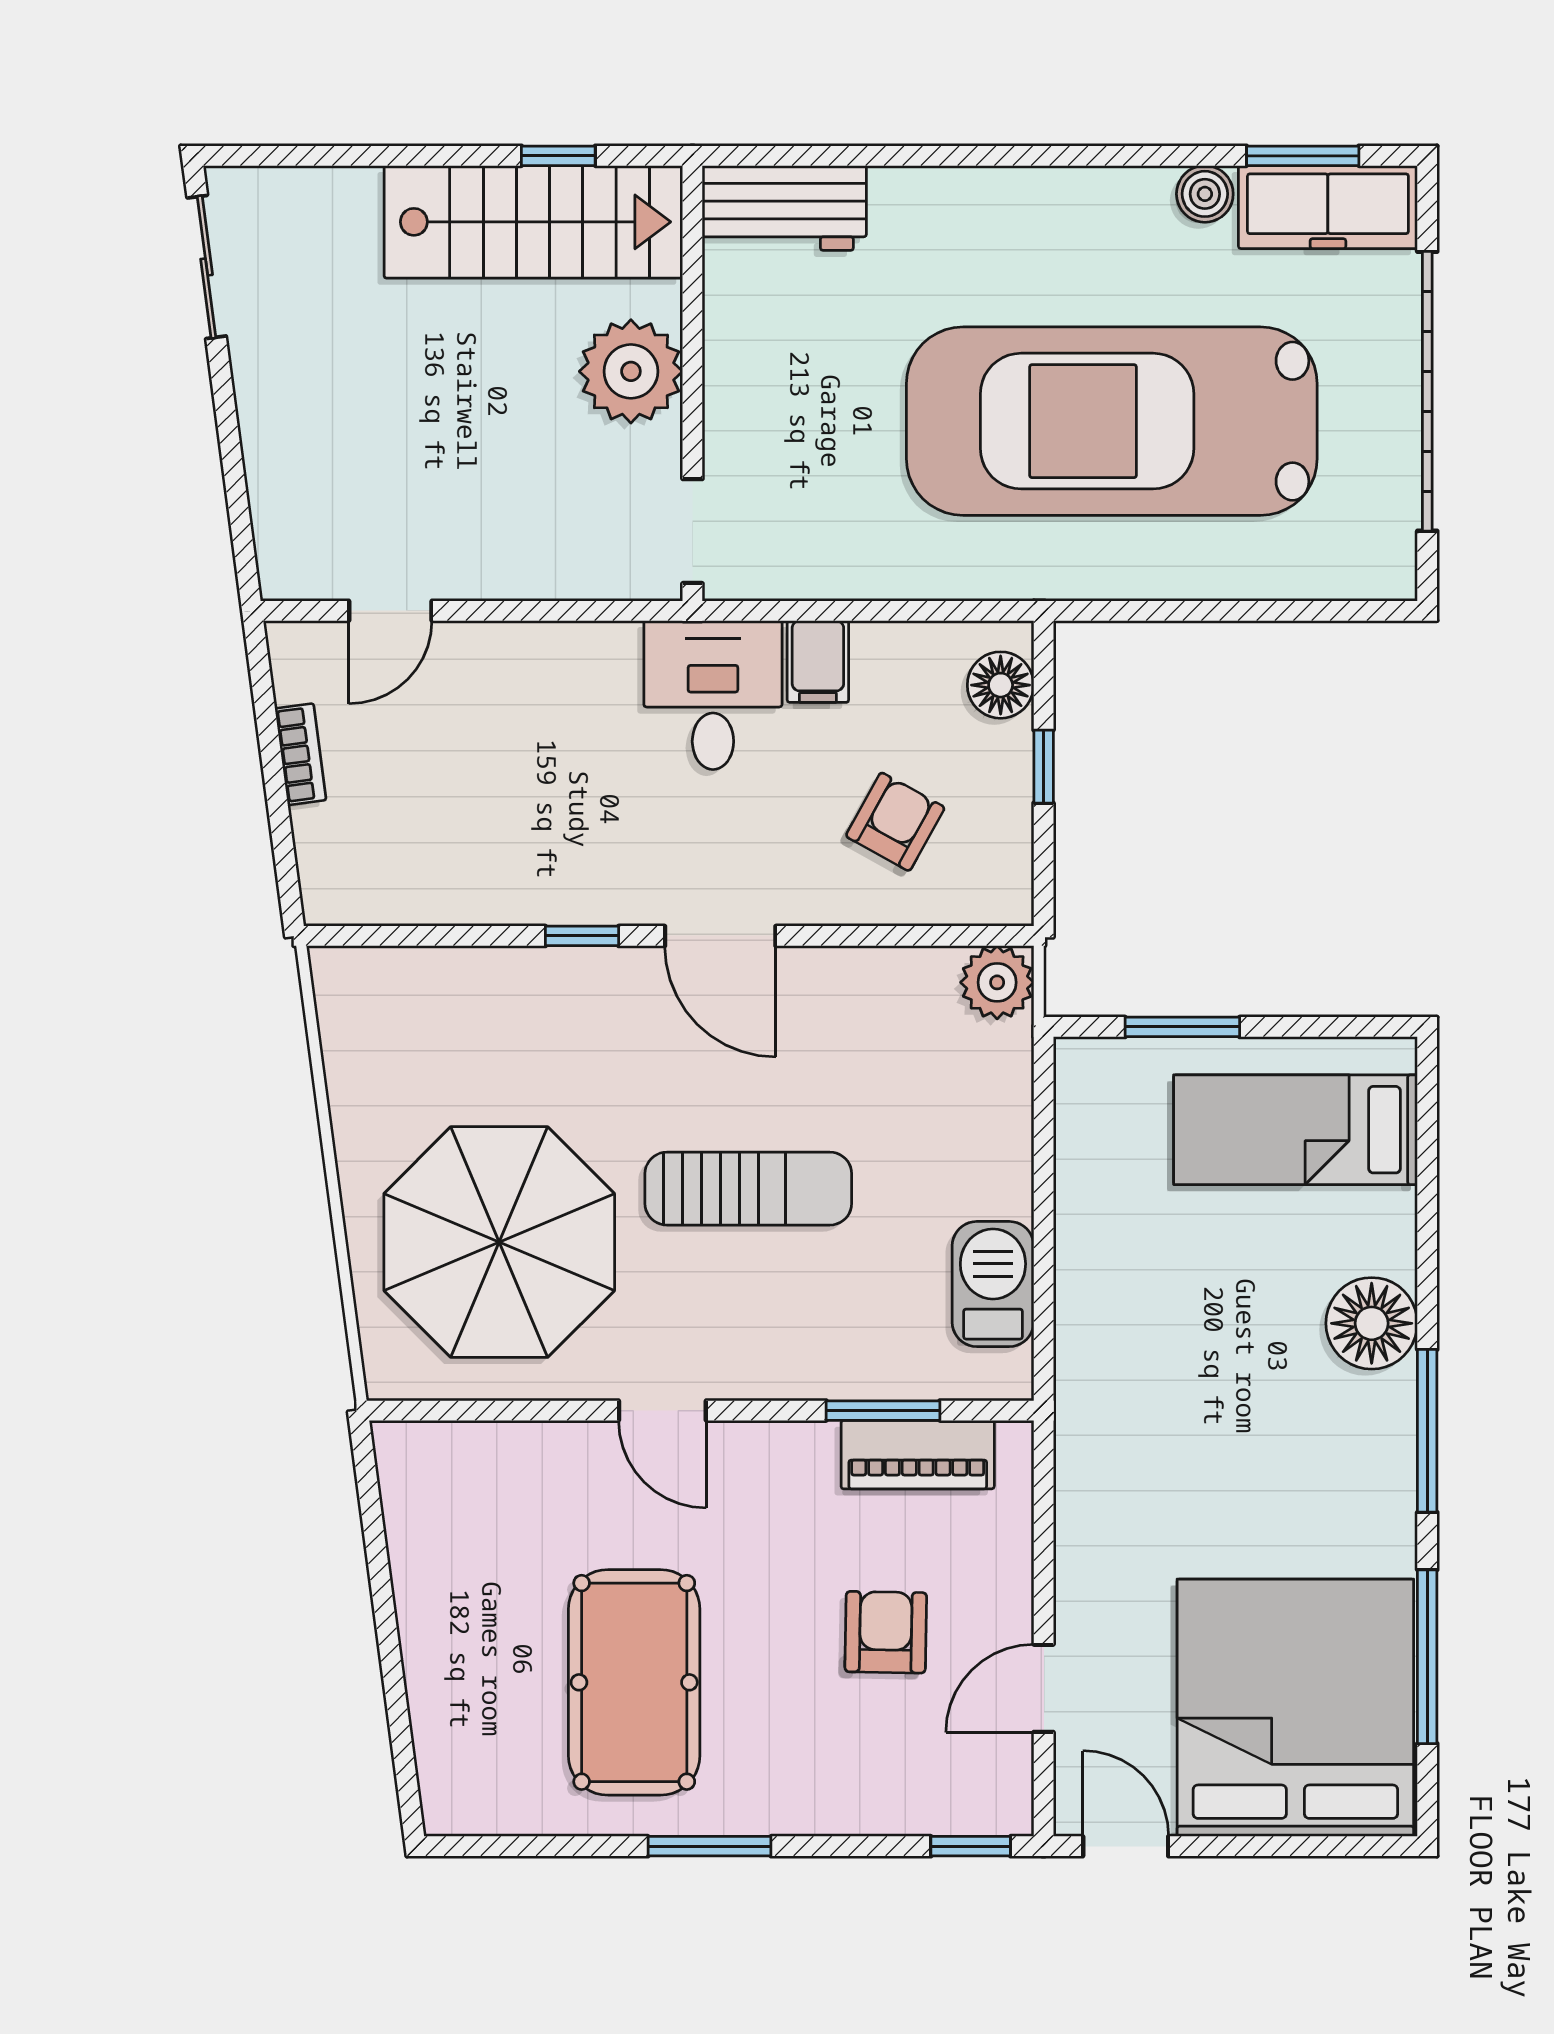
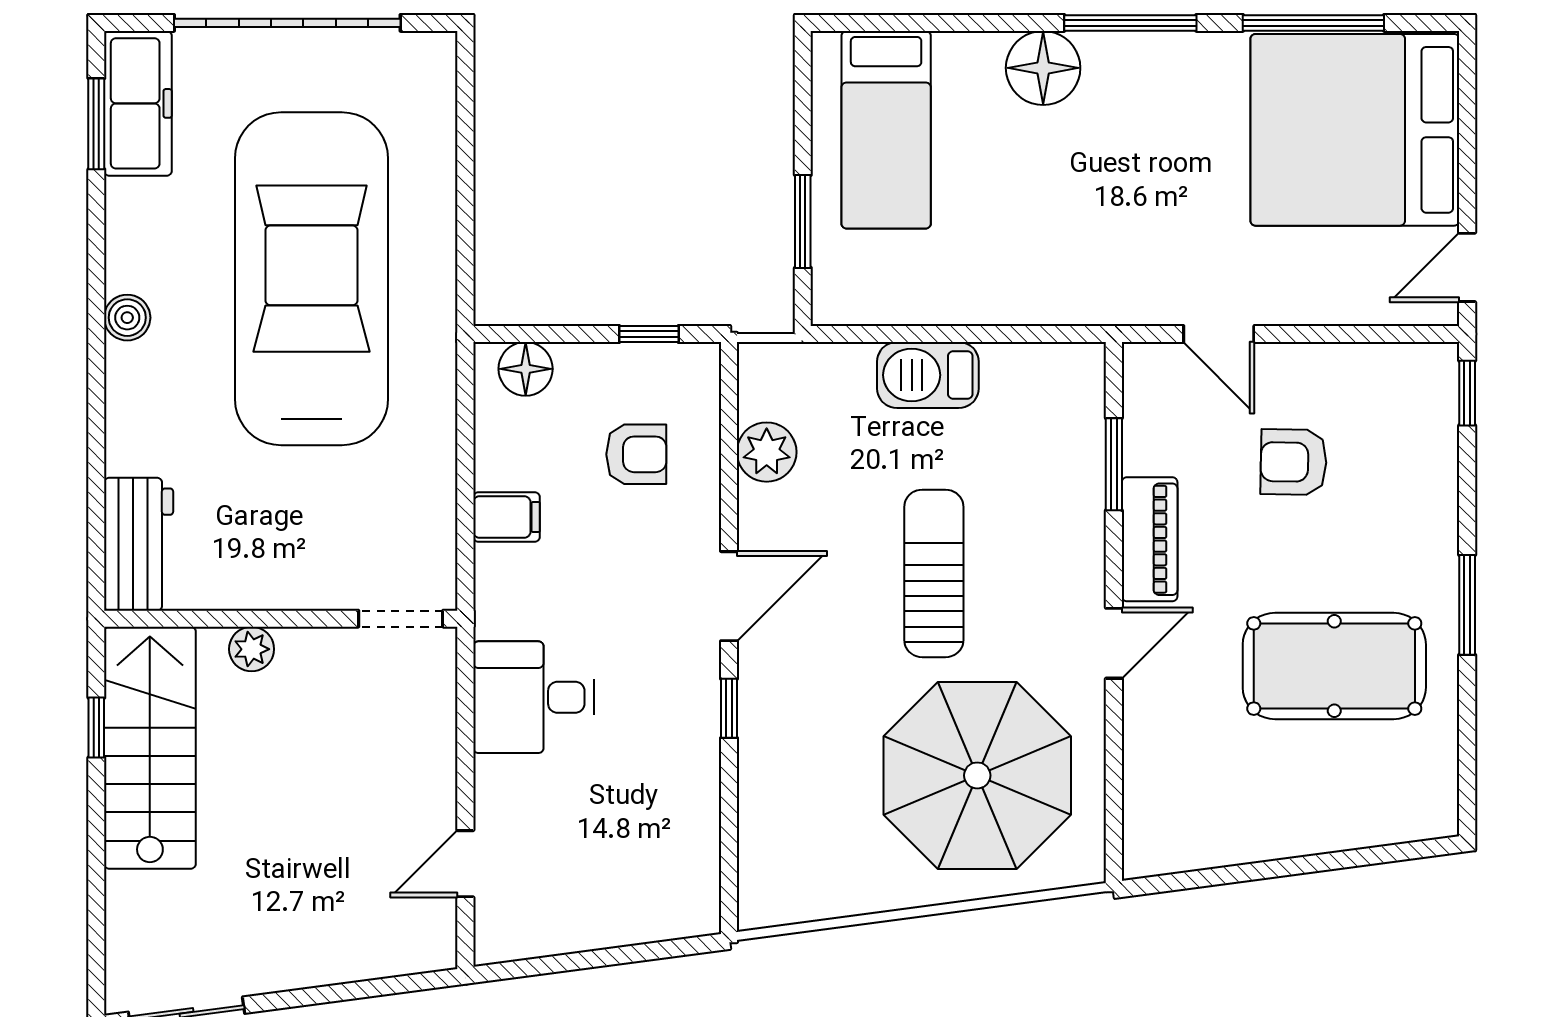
boiler: (1205, 194) -> (127, 318), moved
plant: (631, 371) -> (252, 649), width x0.53, depth x0.53
car: (1112, 421) -> (311, 279), turned 180
door: (390, 611) -> (465, 864), swing flipped
desk: (713, 695) -> (534, 697), moved
bookcase: (301, 754) -> (582, 937), removed
window: (1044, 767) -> (649, 334), moved
armchair: (895, 822) -> (636, 454), turned 151
plant: (997, 982) -> (767, 452), moved
barbecue: (993, 1284) -> (928, 375), moved
piano: (918, 1455) -> (1150, 539), moved
door: (1044, 1688) -> (1219, 334), moved

